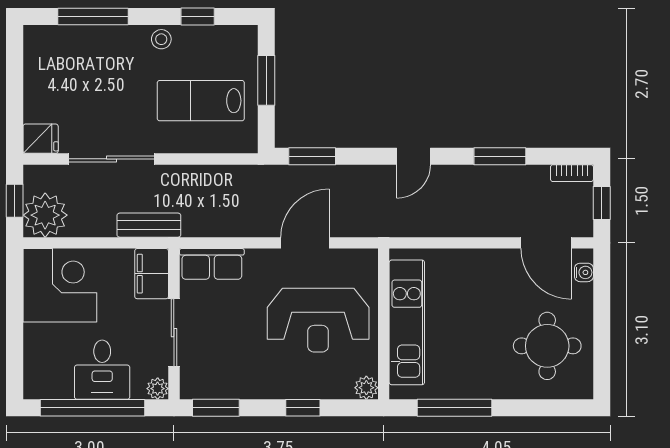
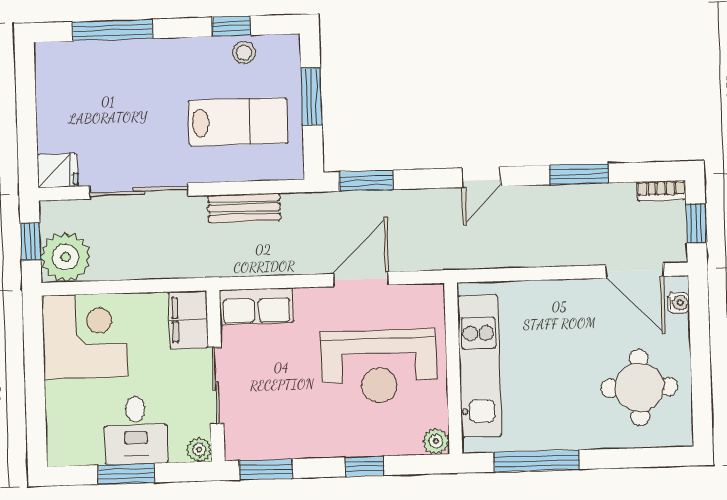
stool: (161, 39) -> (244, 53), moved
lab bench: (201, 101) -> (238, 122), turned 180
bench: (149, 225) -> (244, 208), moved
window: (93, 408) -> (126, 474), width x0.47

